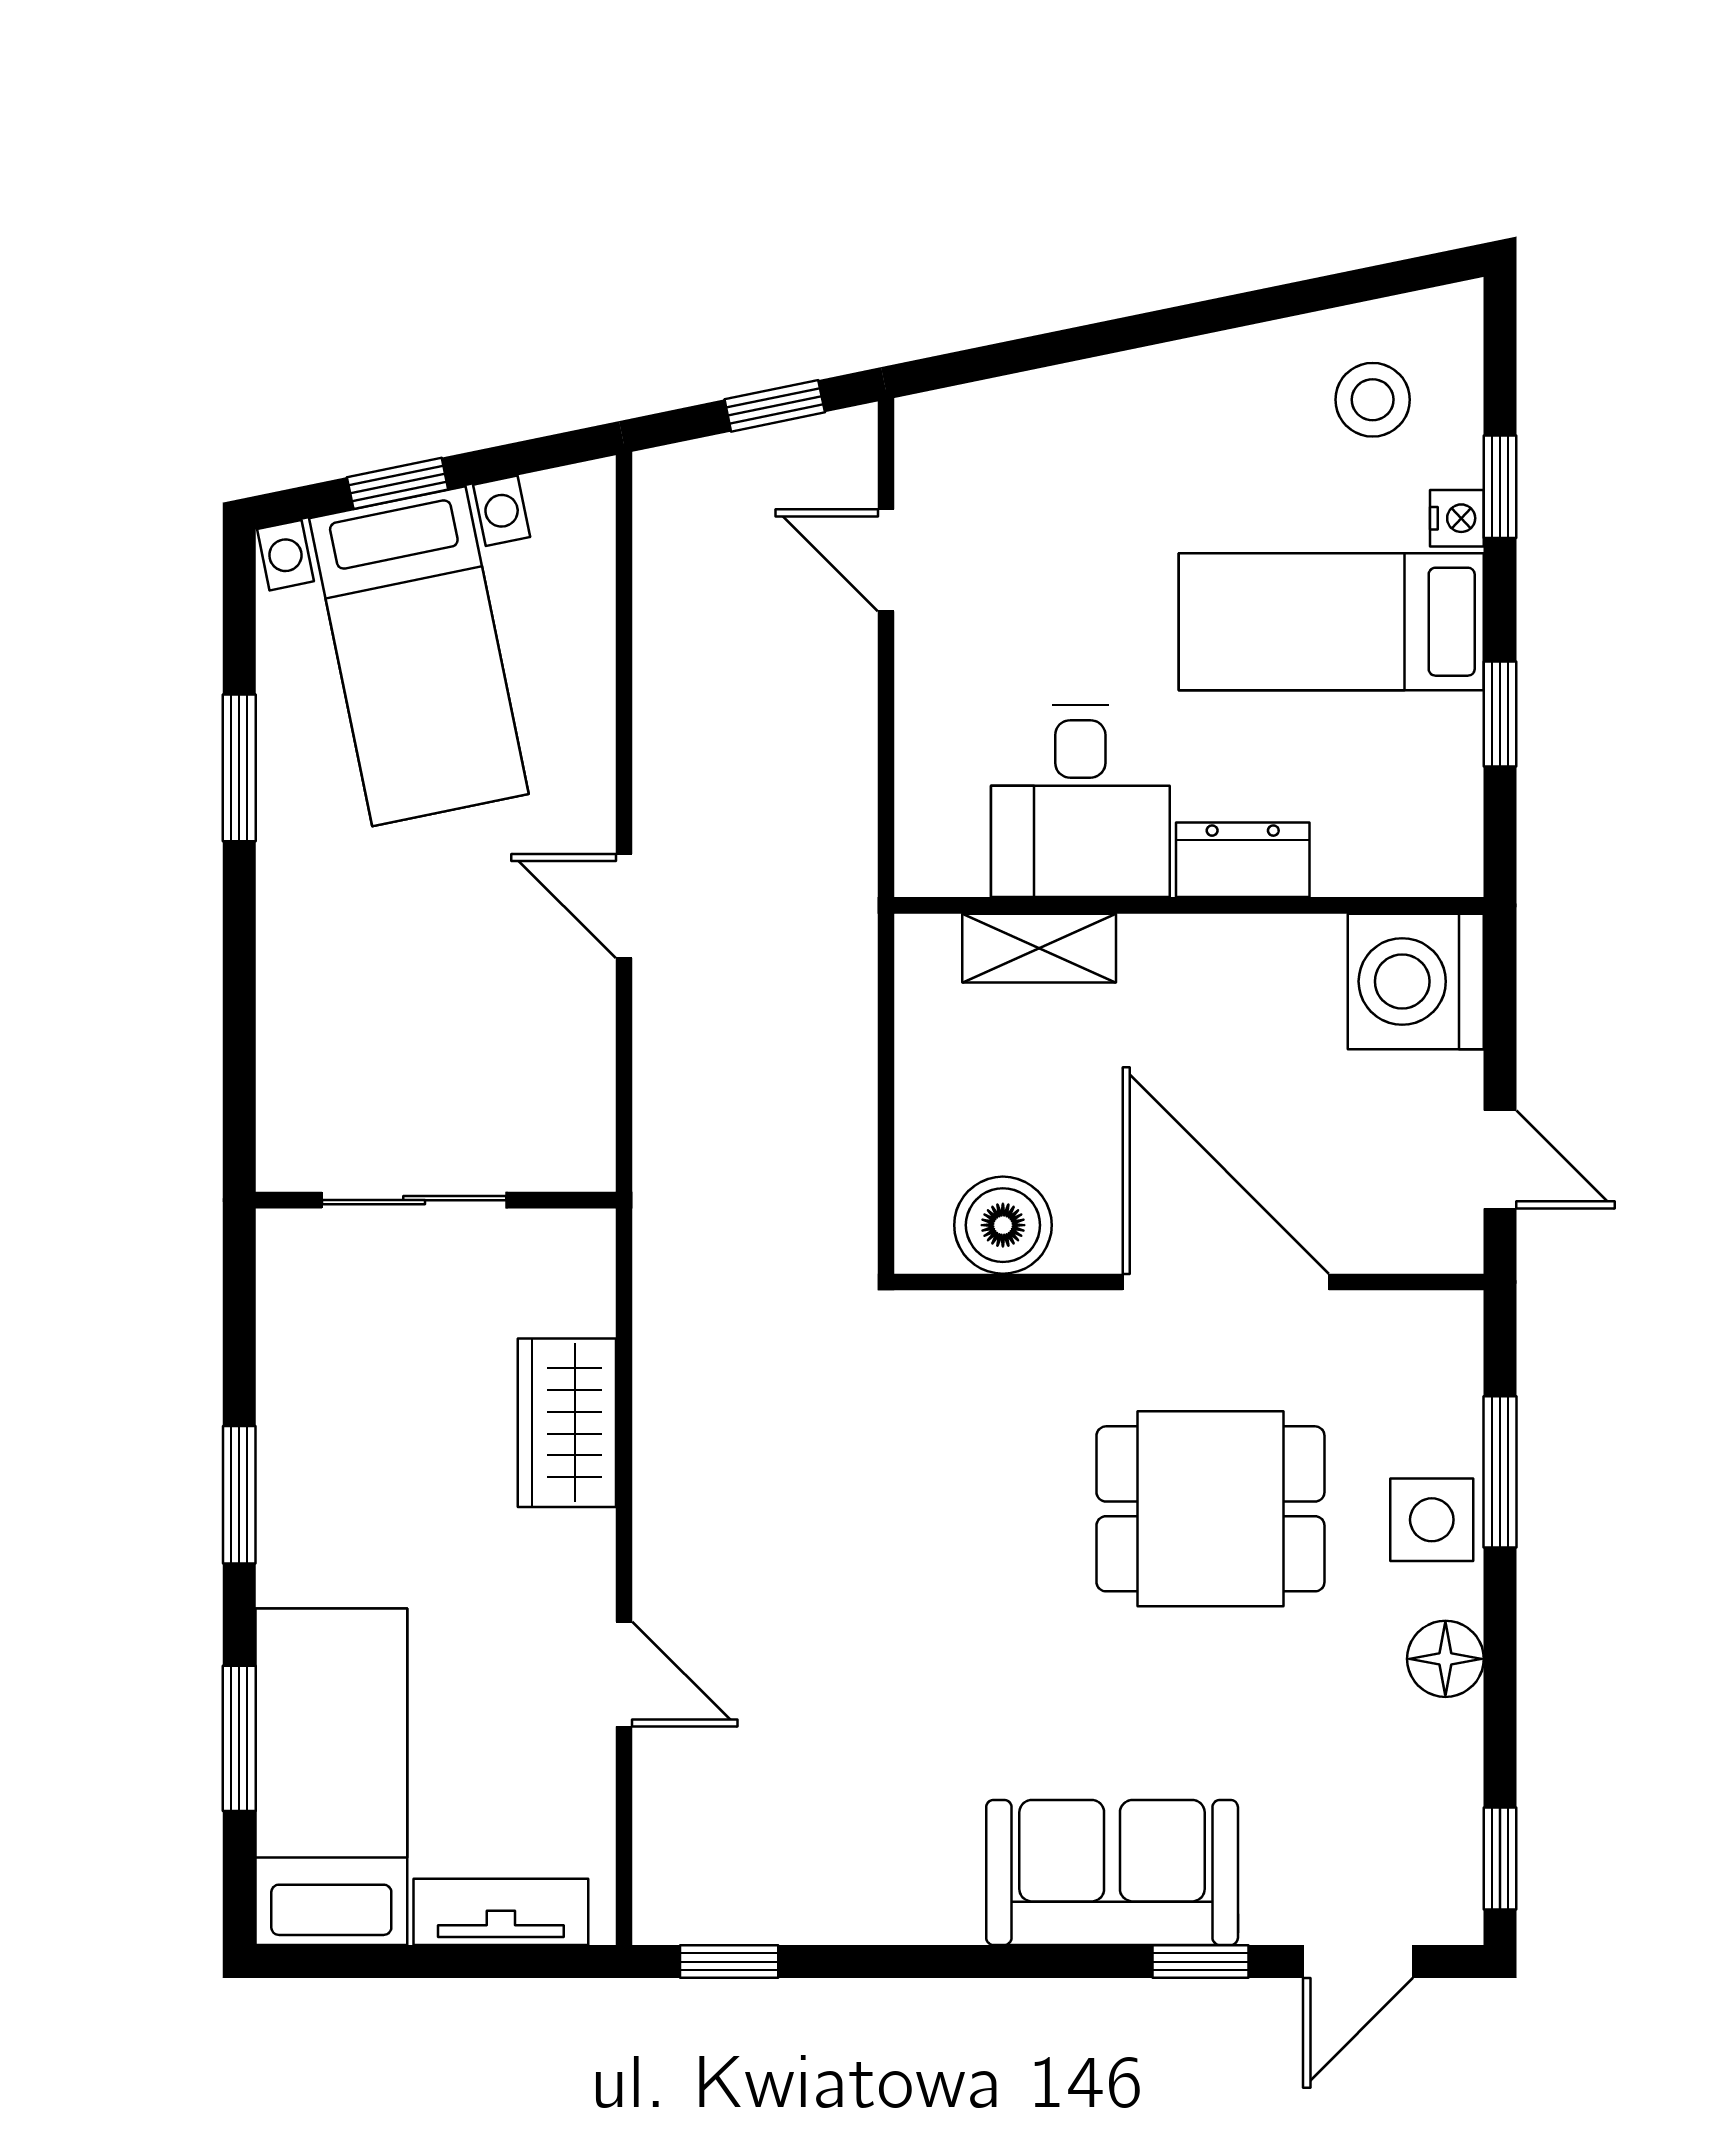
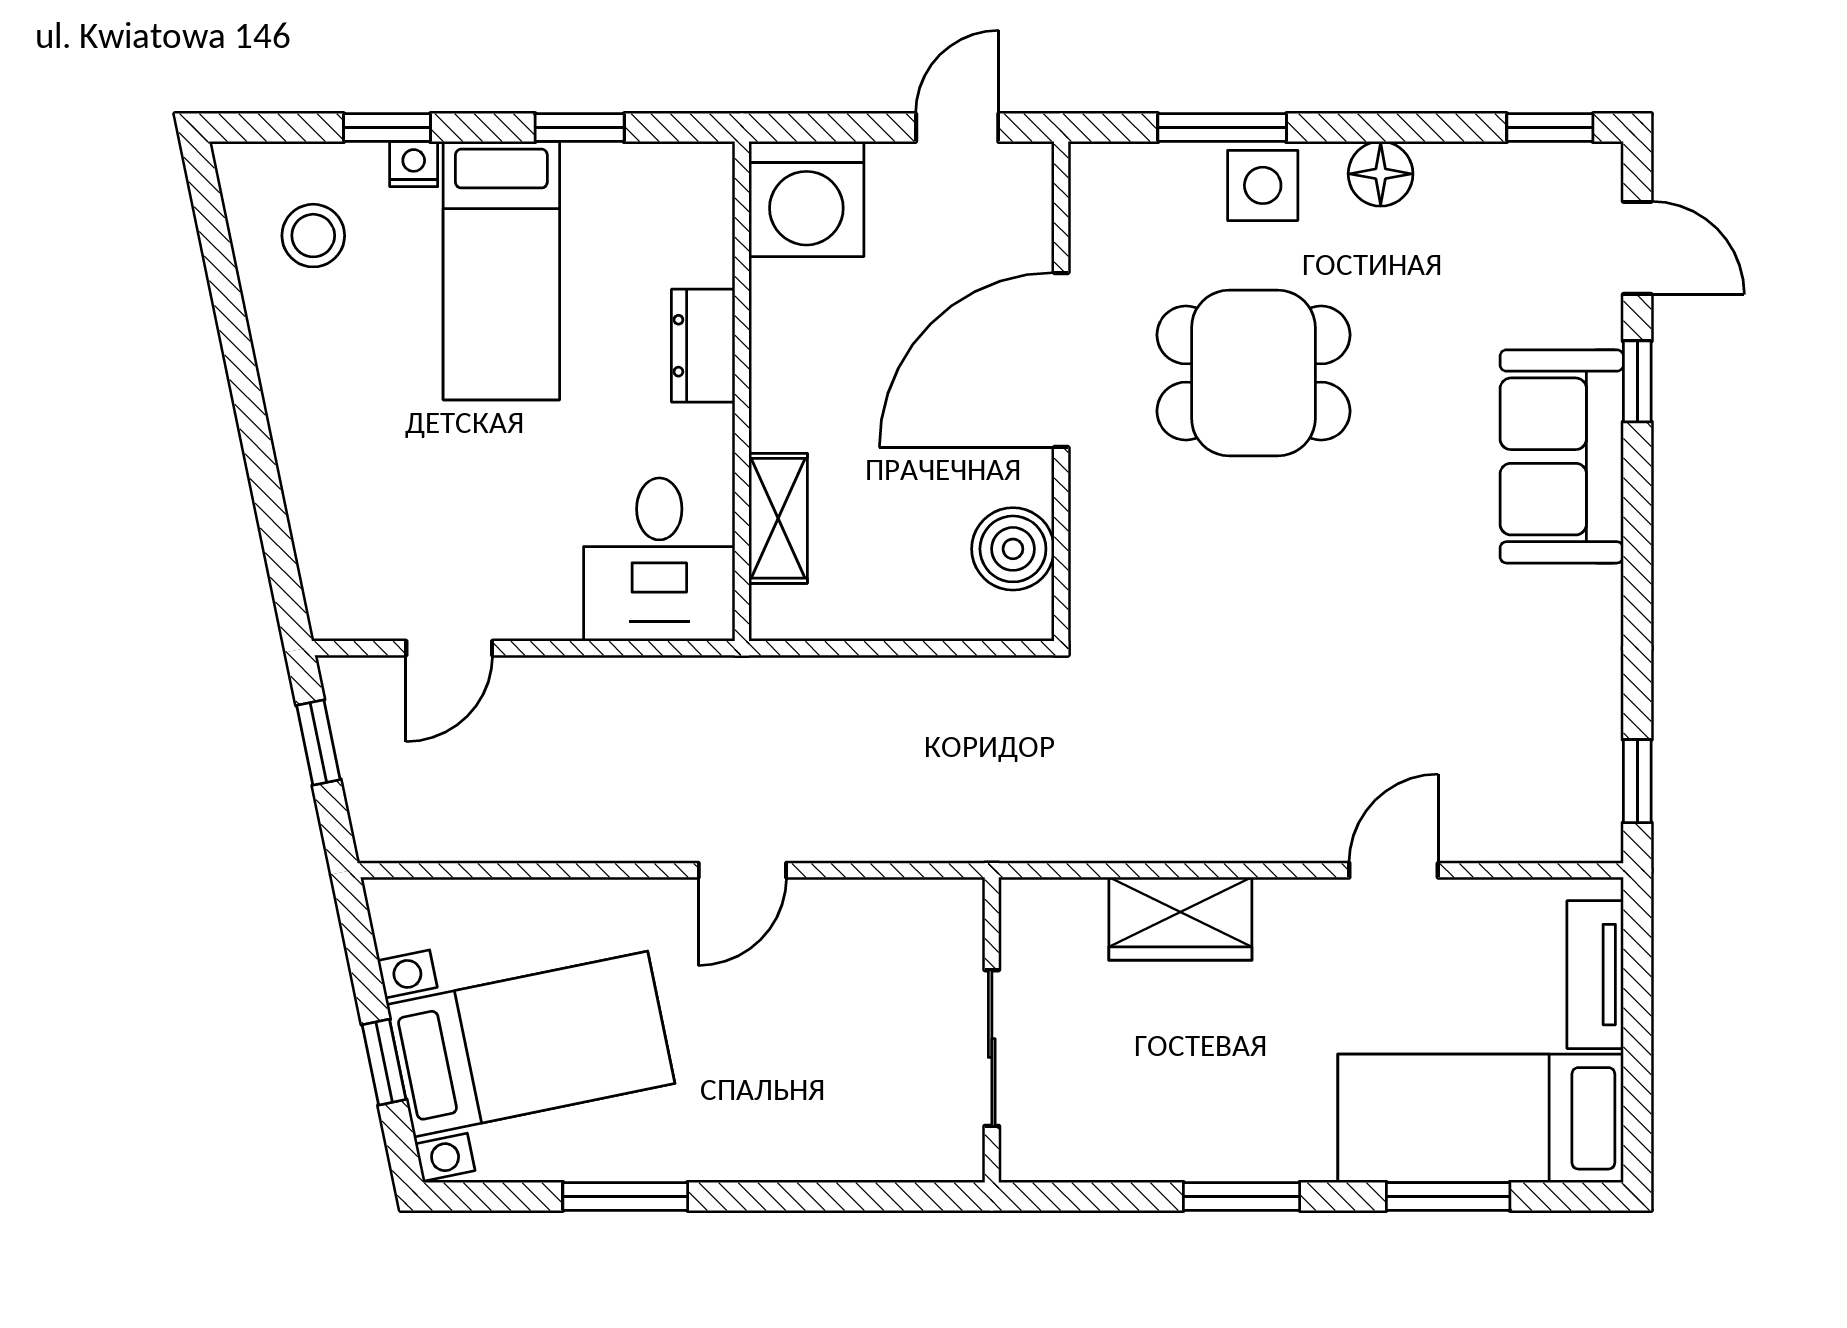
desk: (1080, 801) -> (659, 560), moved, turned 90
dining table: (1210, 1509) -> (1253, 373), turned 90

